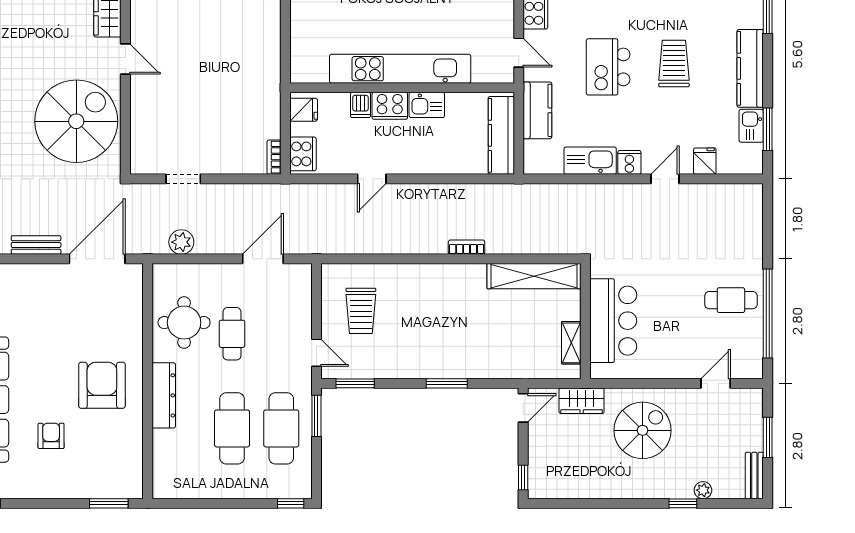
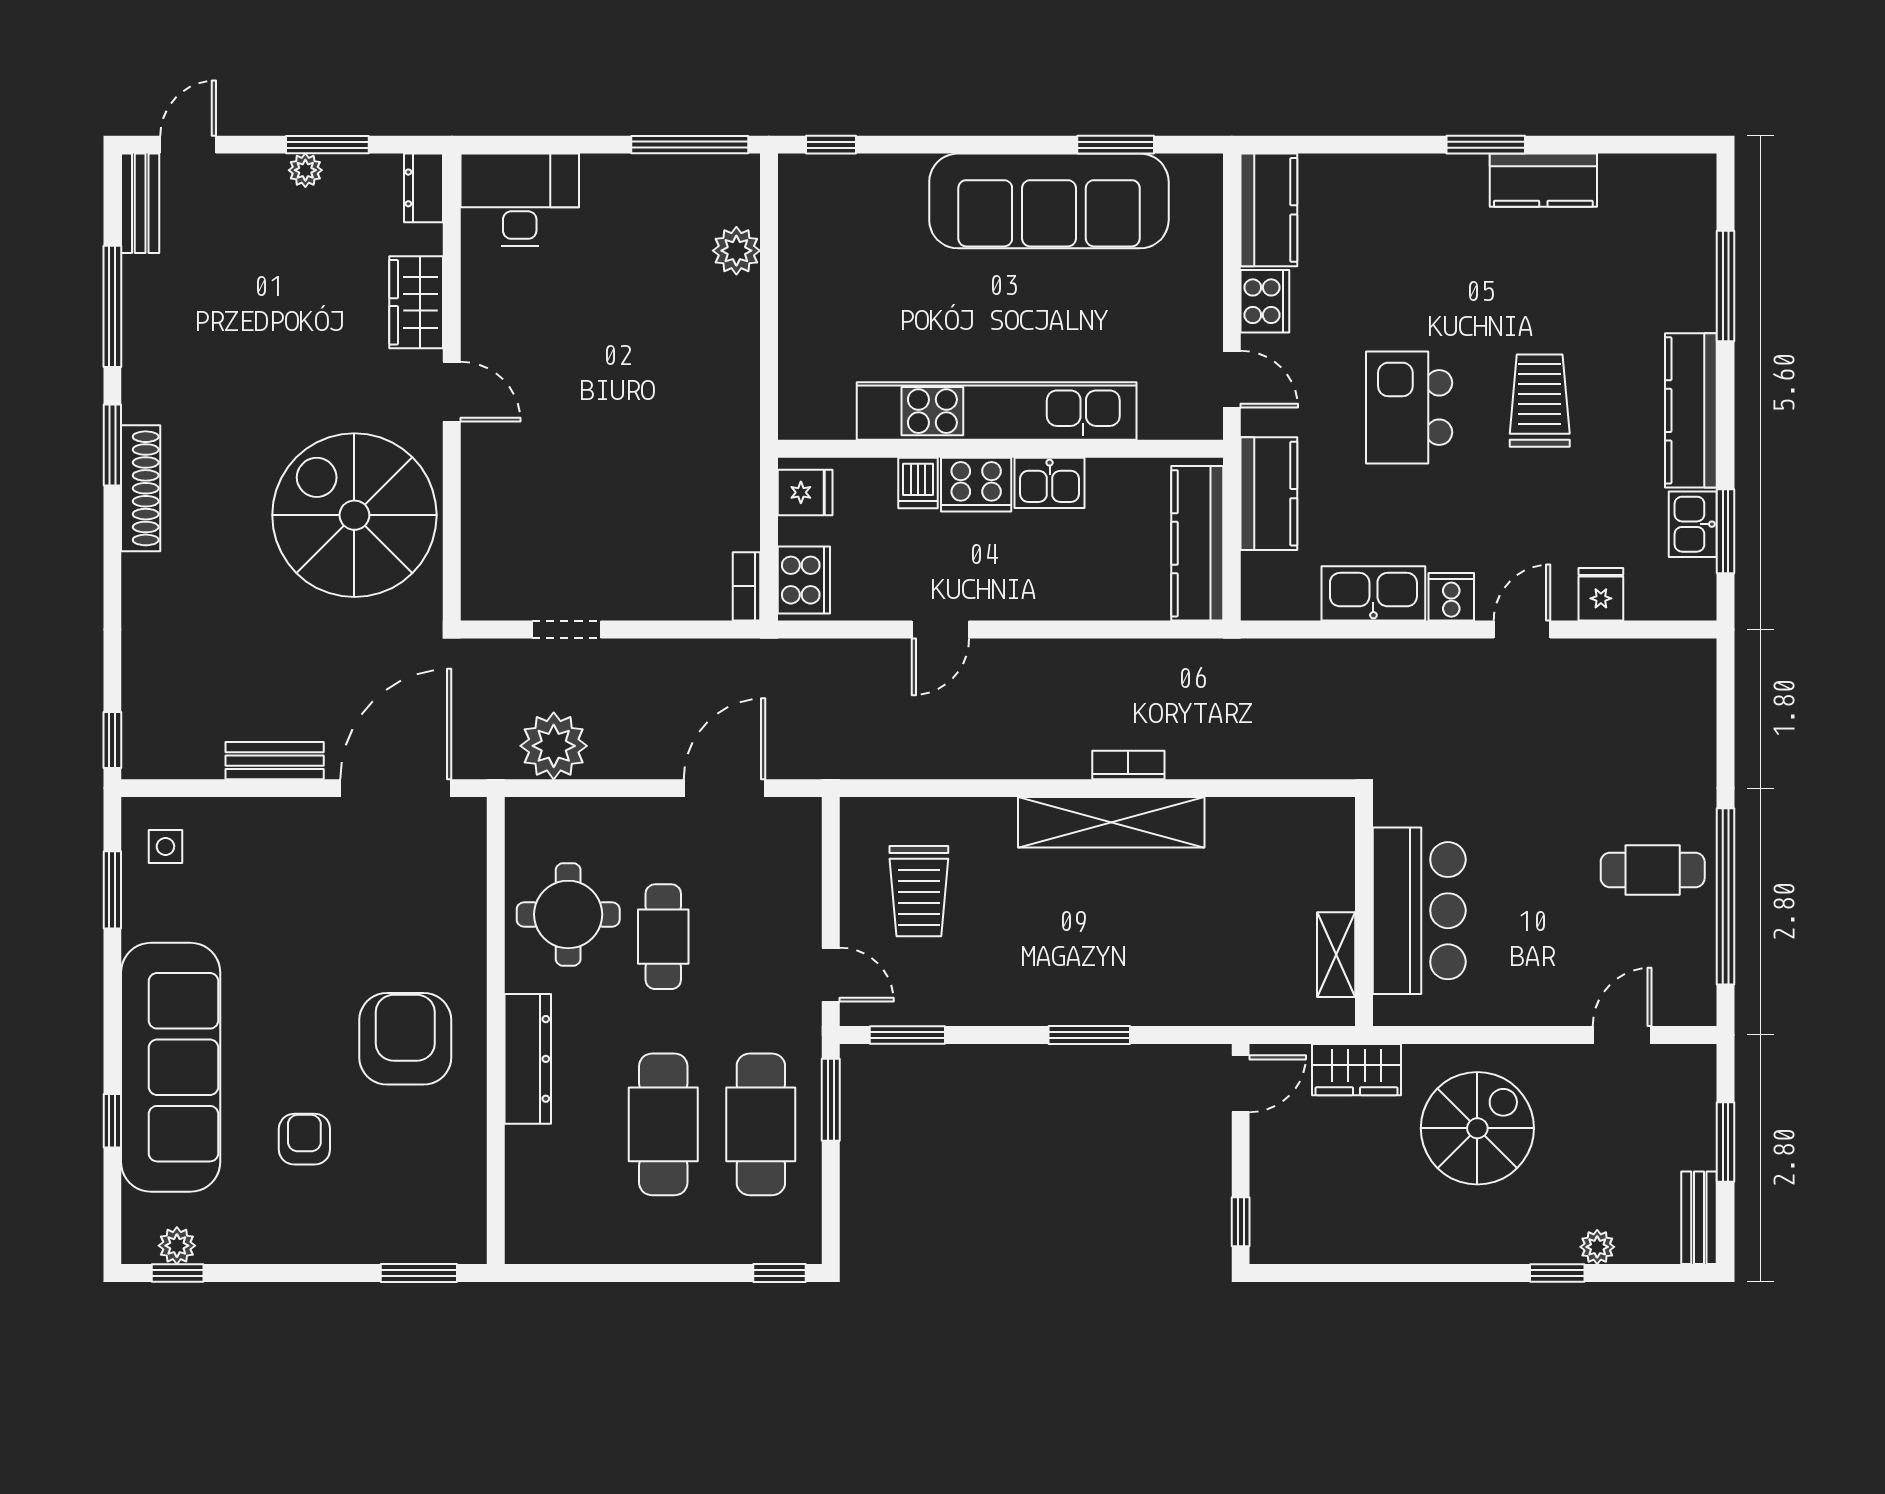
spiral stairs: (76, 121) -> (354, 515), turned -90
plant: (181, 242) -> (554, 746), width x1.36, depth x1.36
shelving: (534, 276) -> (1111, 822), moved

